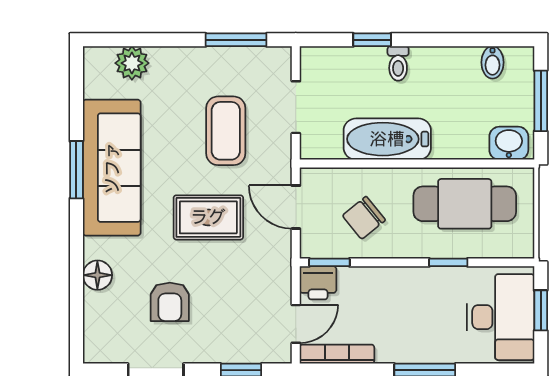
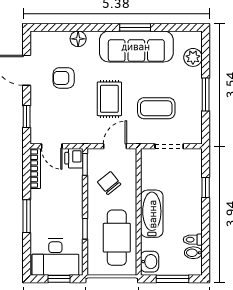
window: (236, 40) -> (206, 94), moved
toilet: (398, 63) -> (193, 240), moved
bathtub: (387, 139) -> (152, 214), moved

